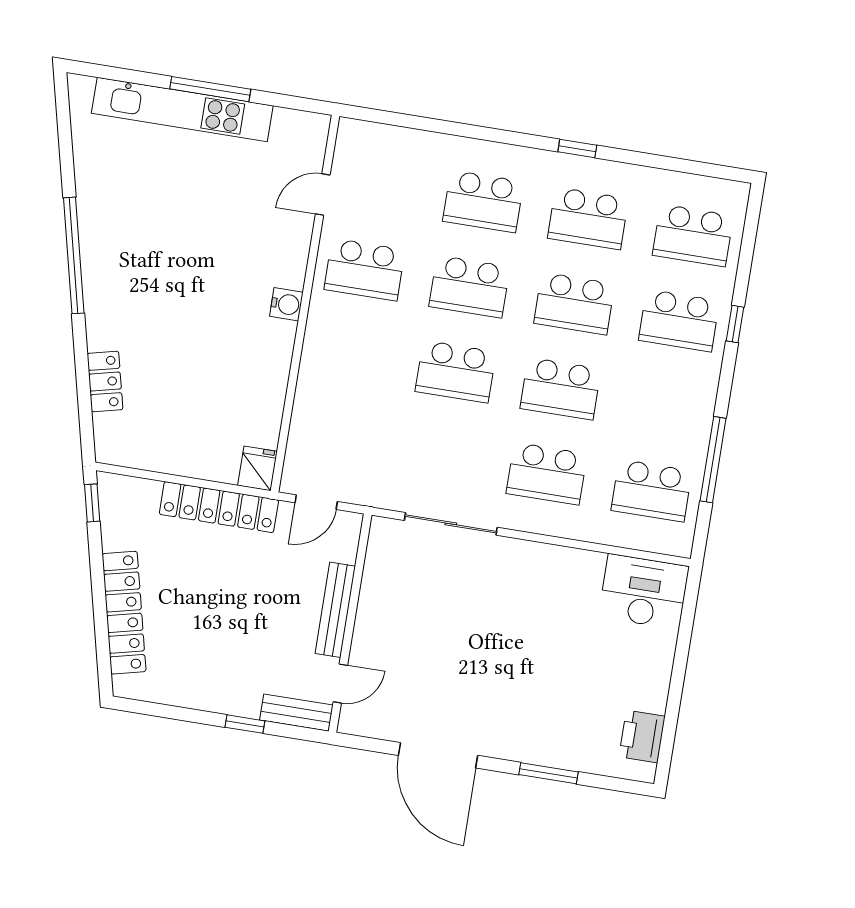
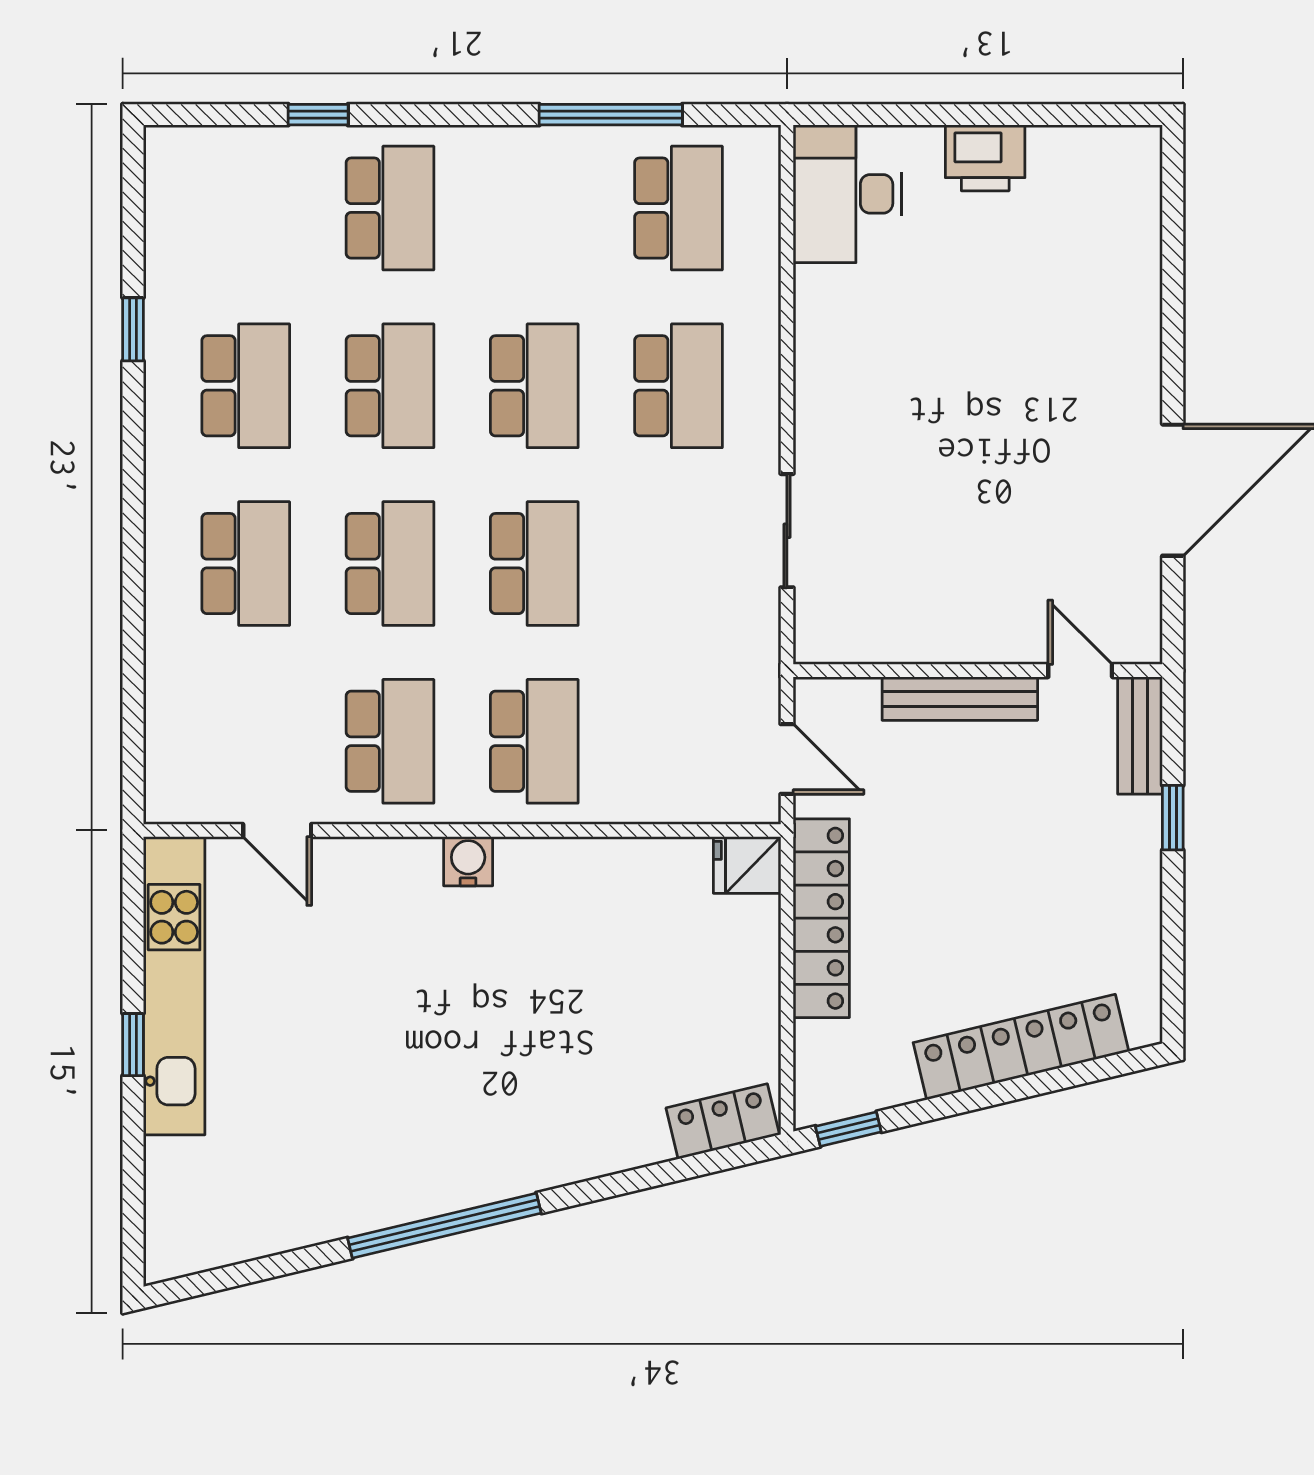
window: (210, 89) -> (133, 1045), width x0.46
kitchen unit: (182, 109) -> (174, 986), moved
window: (577, 149) -> (133, 329), moved
school desk: (693, 235) -> (534, 741), moved
window: (735, 324) -> (318, 115), moved
locker: (105, 382) -> (723, 1121), moved
sliding door: (451, 524) -> (787, 531), width x0.73
printer: (642, 736) -> (985, 158), moved
window: (549, 773) -> (1173, 303), removed

